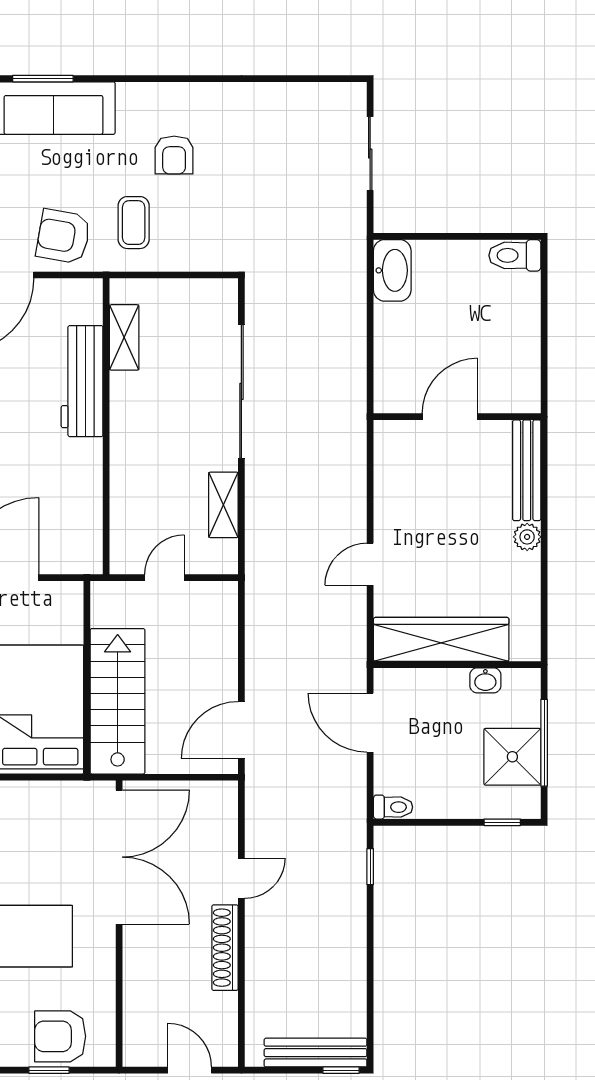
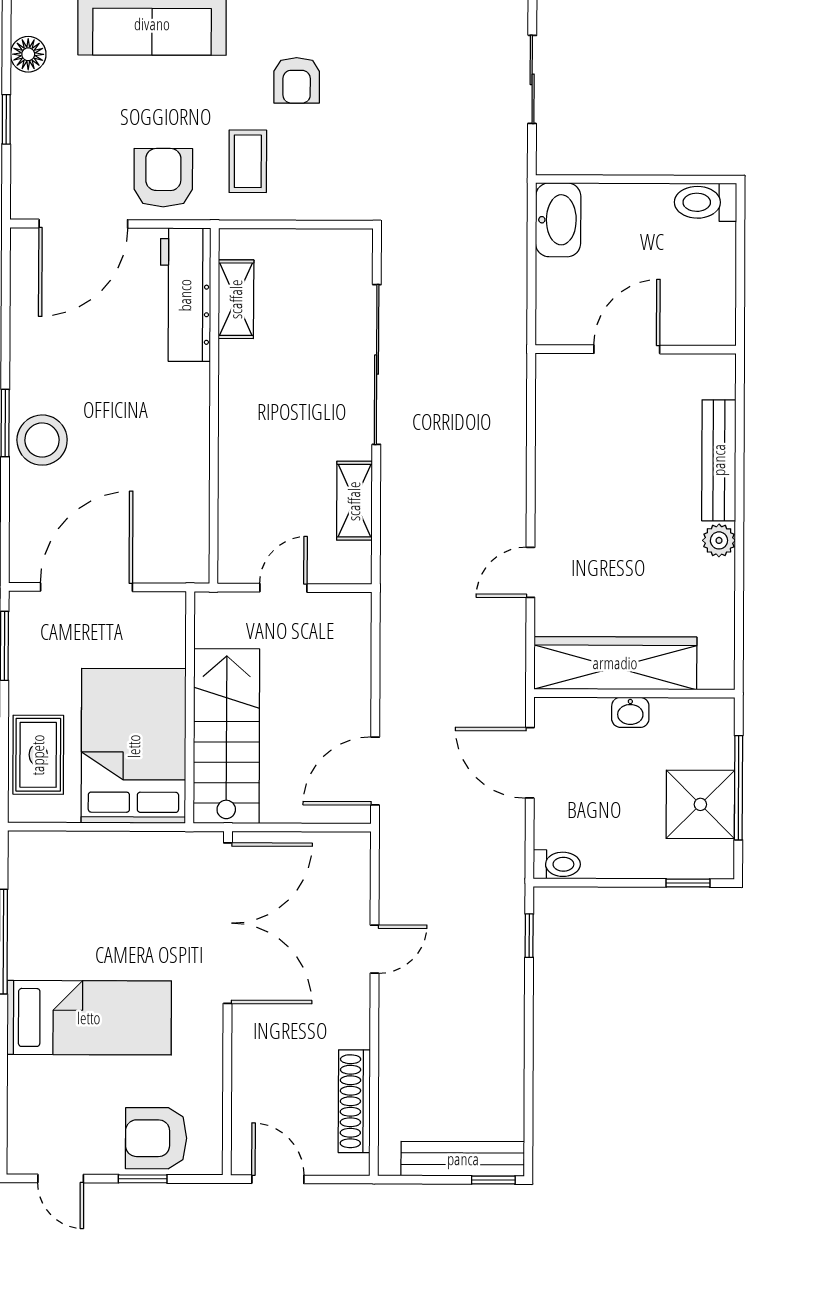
armchair: (63, 236) -> (163, 178), turned 80
workbench: (82, 381) -> (185, 295), moved
door: (450, 417) -> (627, 349), moved
wall: (457, 417) -> (636, 349), moved
washbasin: (485, 680) -> (630, 712), moved
shoe rack: (225, 948) -> (354, 1101), moved
door: (190, 1070) -> (278, 1179), moved

